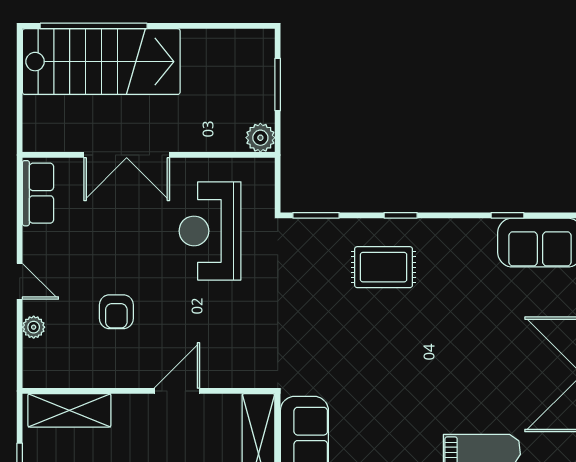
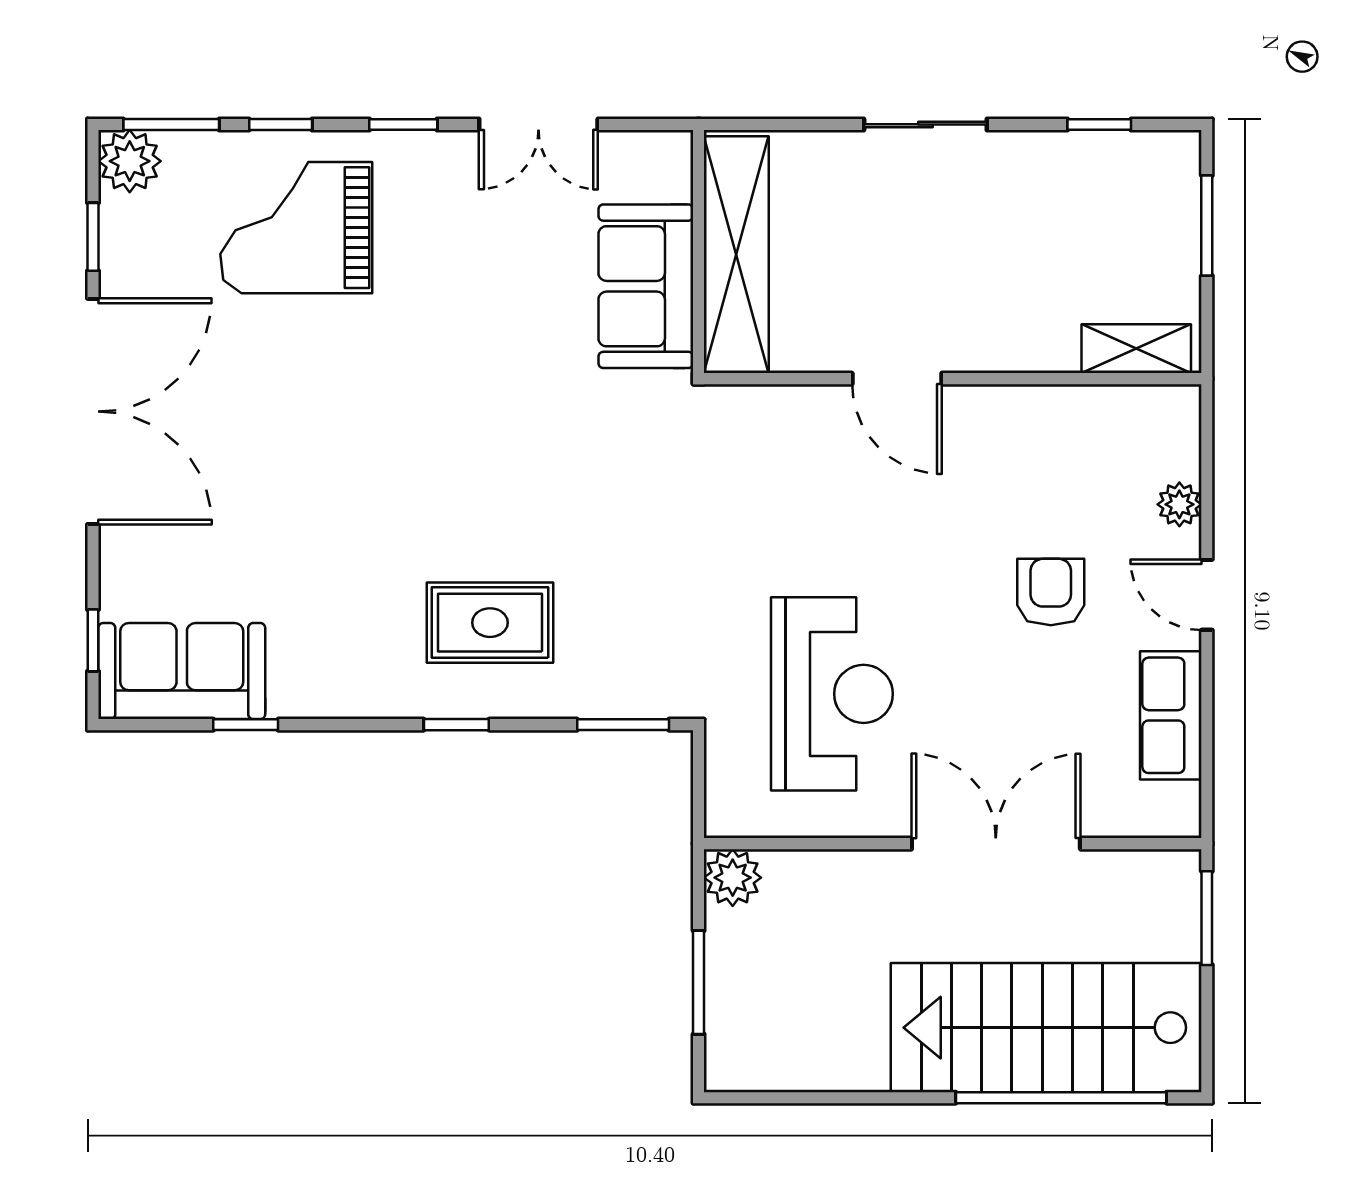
window: (20, 117) -> (1207, 918), added
row of seats: (38, 193) -> (1171, 715), moved
armchair: (116, 312) -> (1051, 592), moved
door: (177, 391) -> (897, 379), hinge flipped
shelving: (69, 410) -> (1136, 349), width x0.67, depth x0.75

